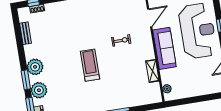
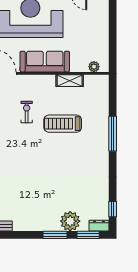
treadmill: (90, 65) -> (63, 124), moved
plant: (35, 67) -> (41, 221), removed

